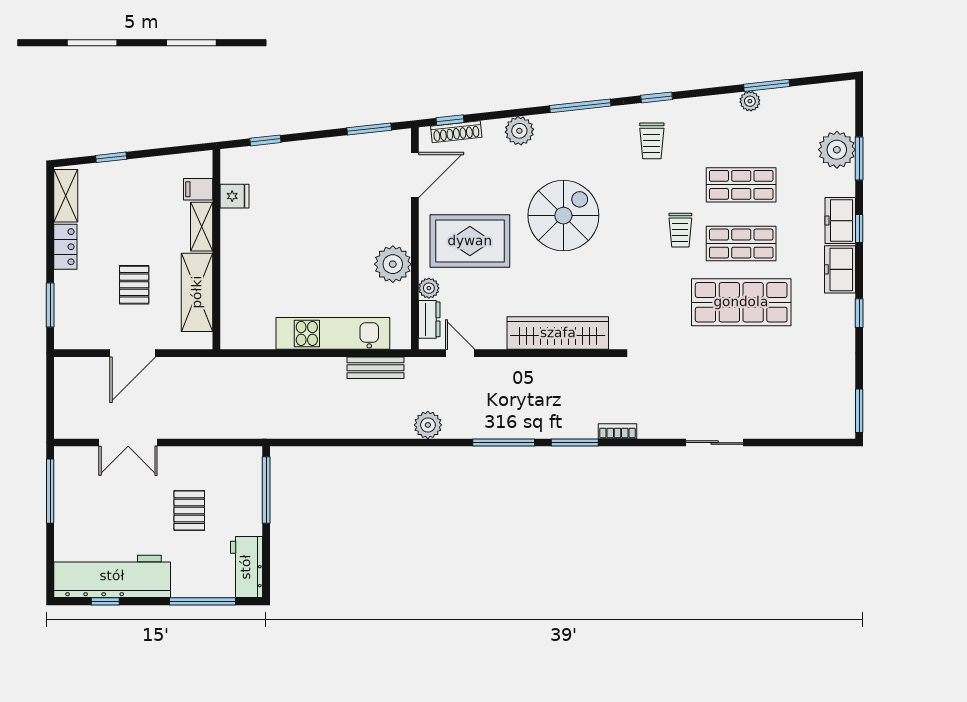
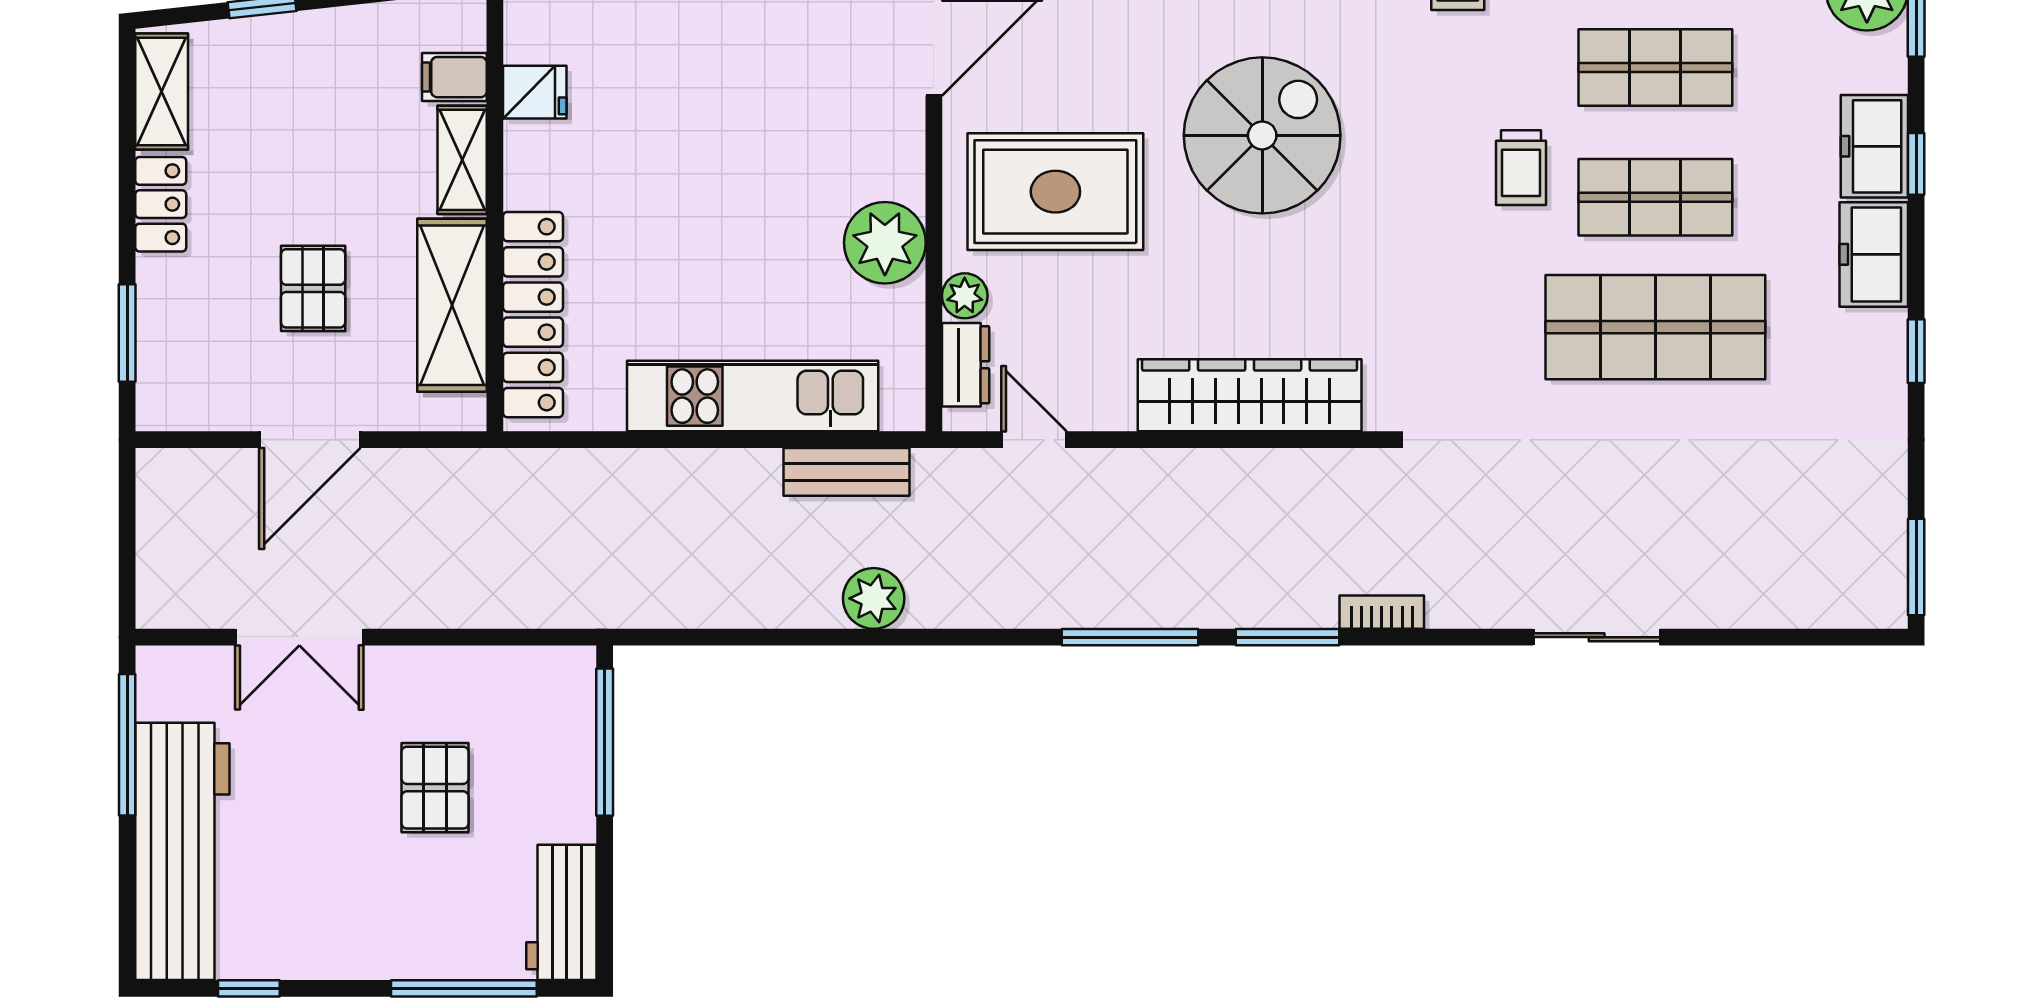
locker: (234, 297) -> (533, 315), added
plant: (428, 425) -> (874, 598), moved
workbench: (112, 576) -> (182, 851), moved, turned 90

